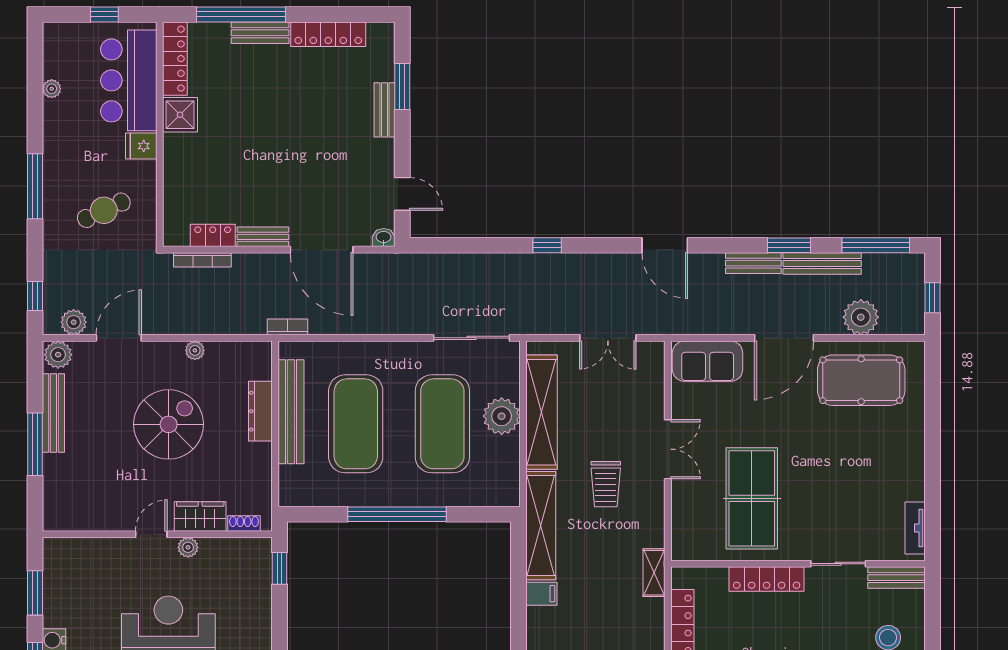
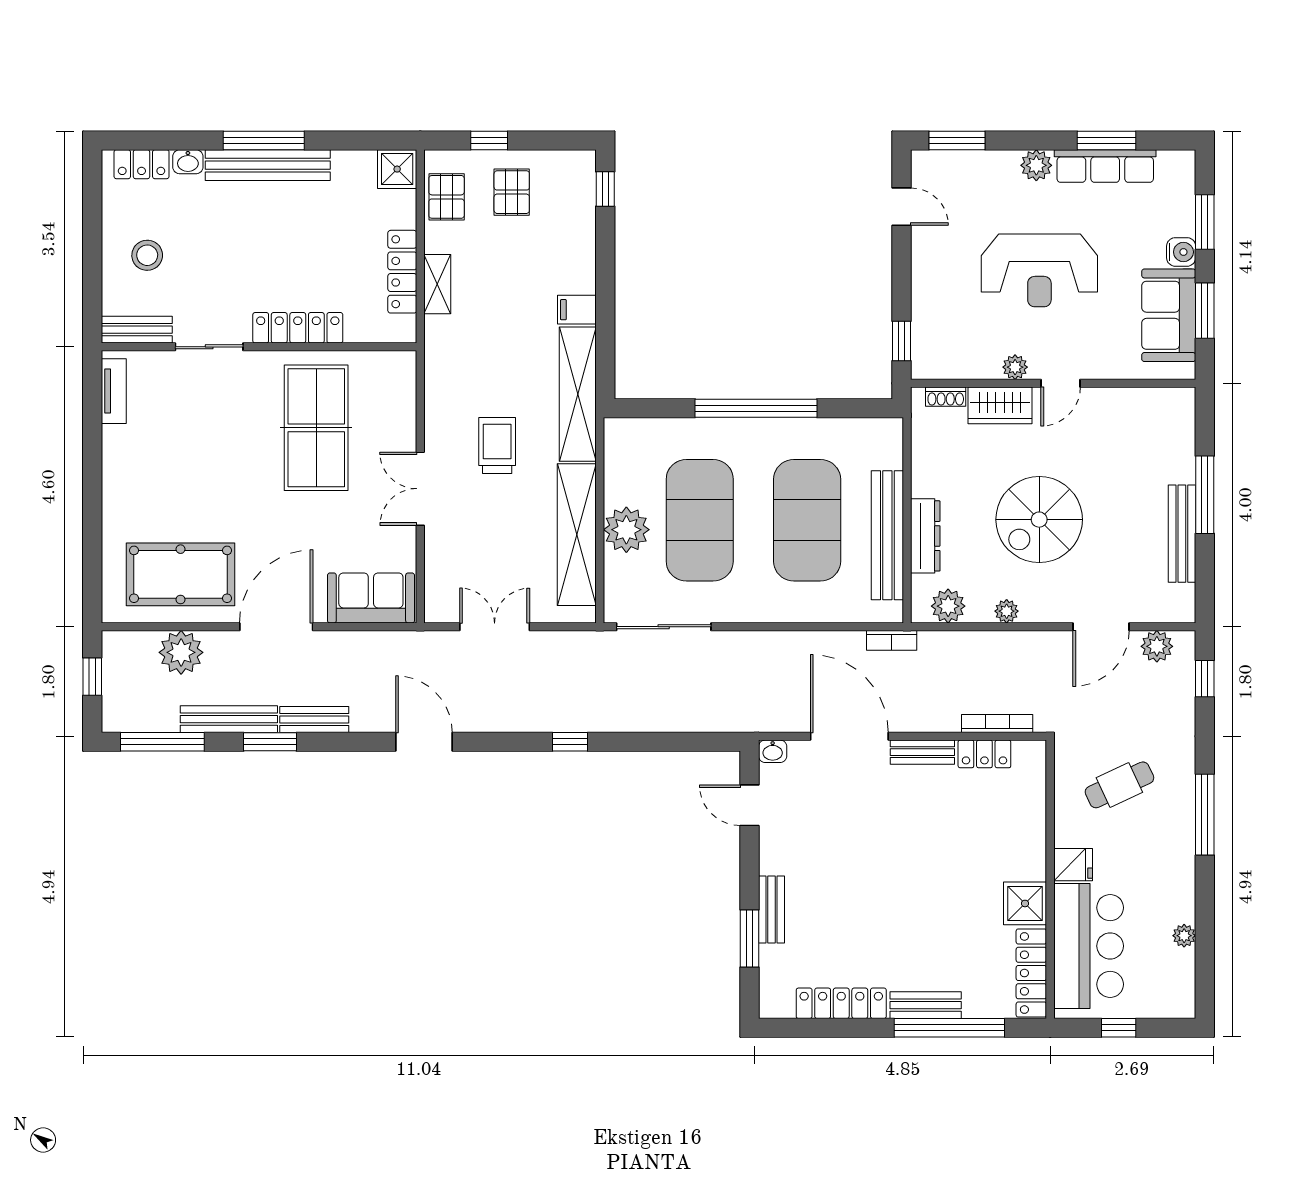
plant: (58, 355) -> (948, 606), moved
shelving: (654, 573) -> (437, 284), moved
sofa: (64, 589) -> (1169, 315), added

